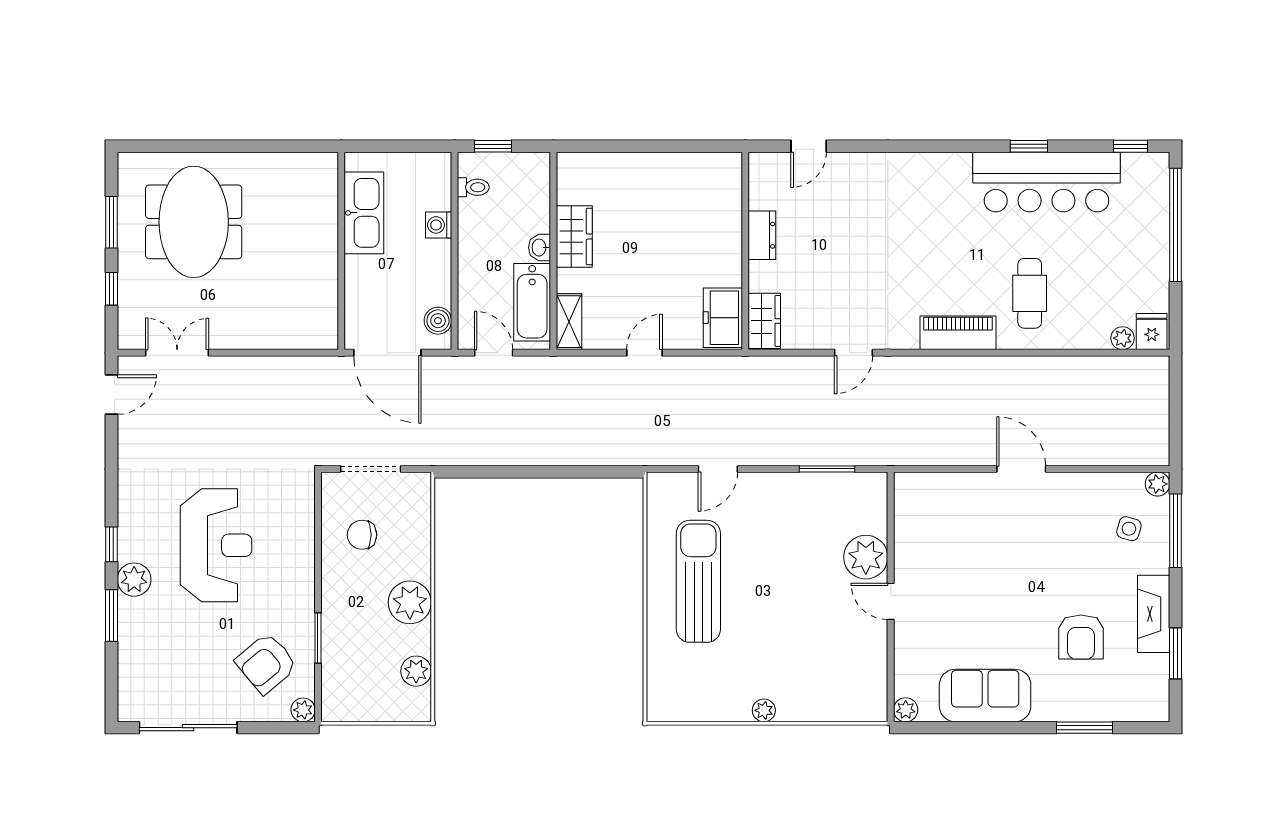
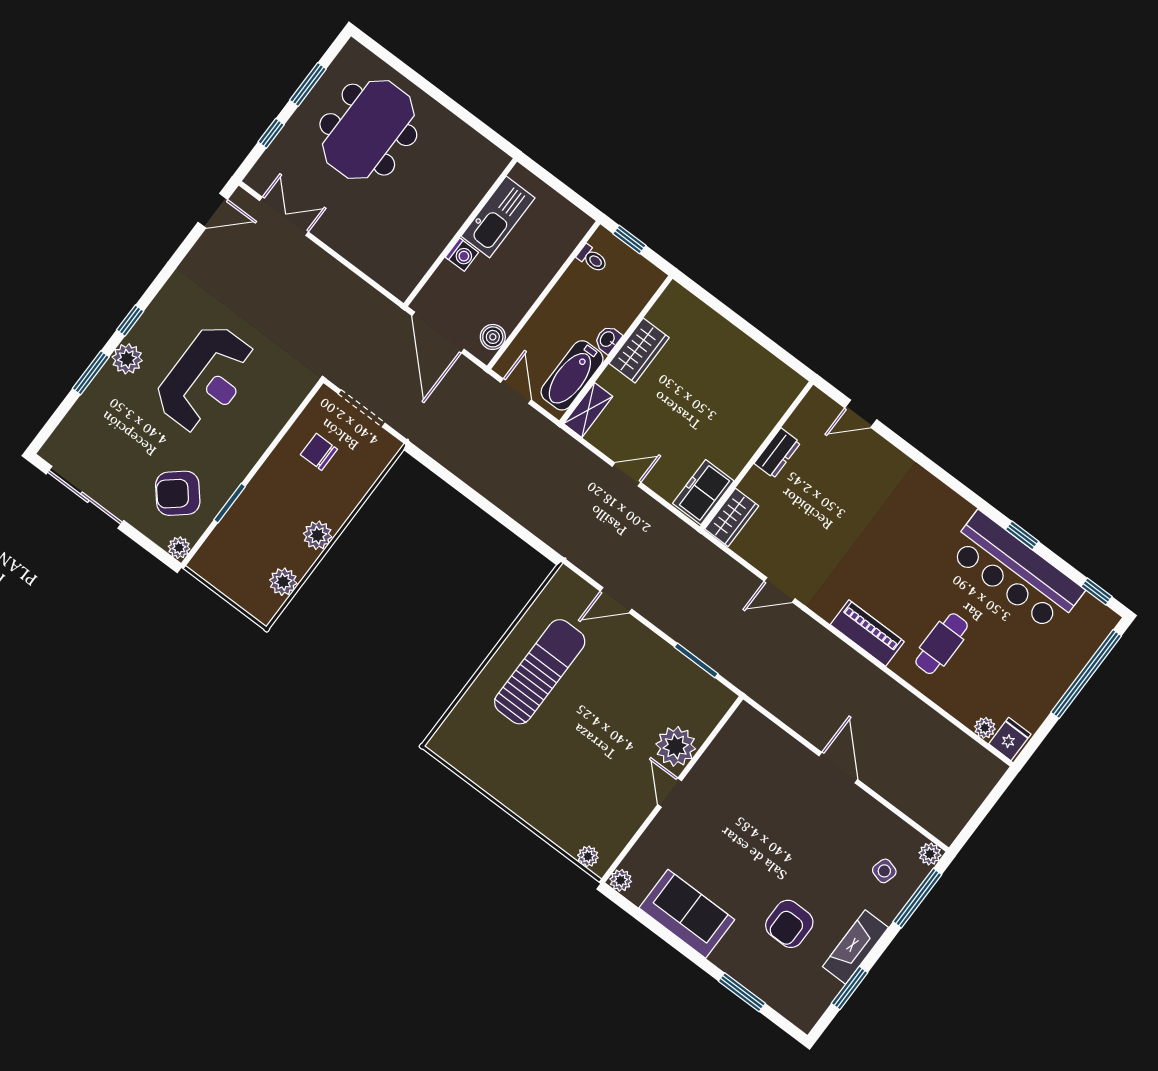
washing machine: (439, 225) -> (462, 255), moved, turned 180
plant: (410, 602) -> (318, 535), width x0.73, depth x0.73
plant: (764, 710) -> (588, 856), moved

